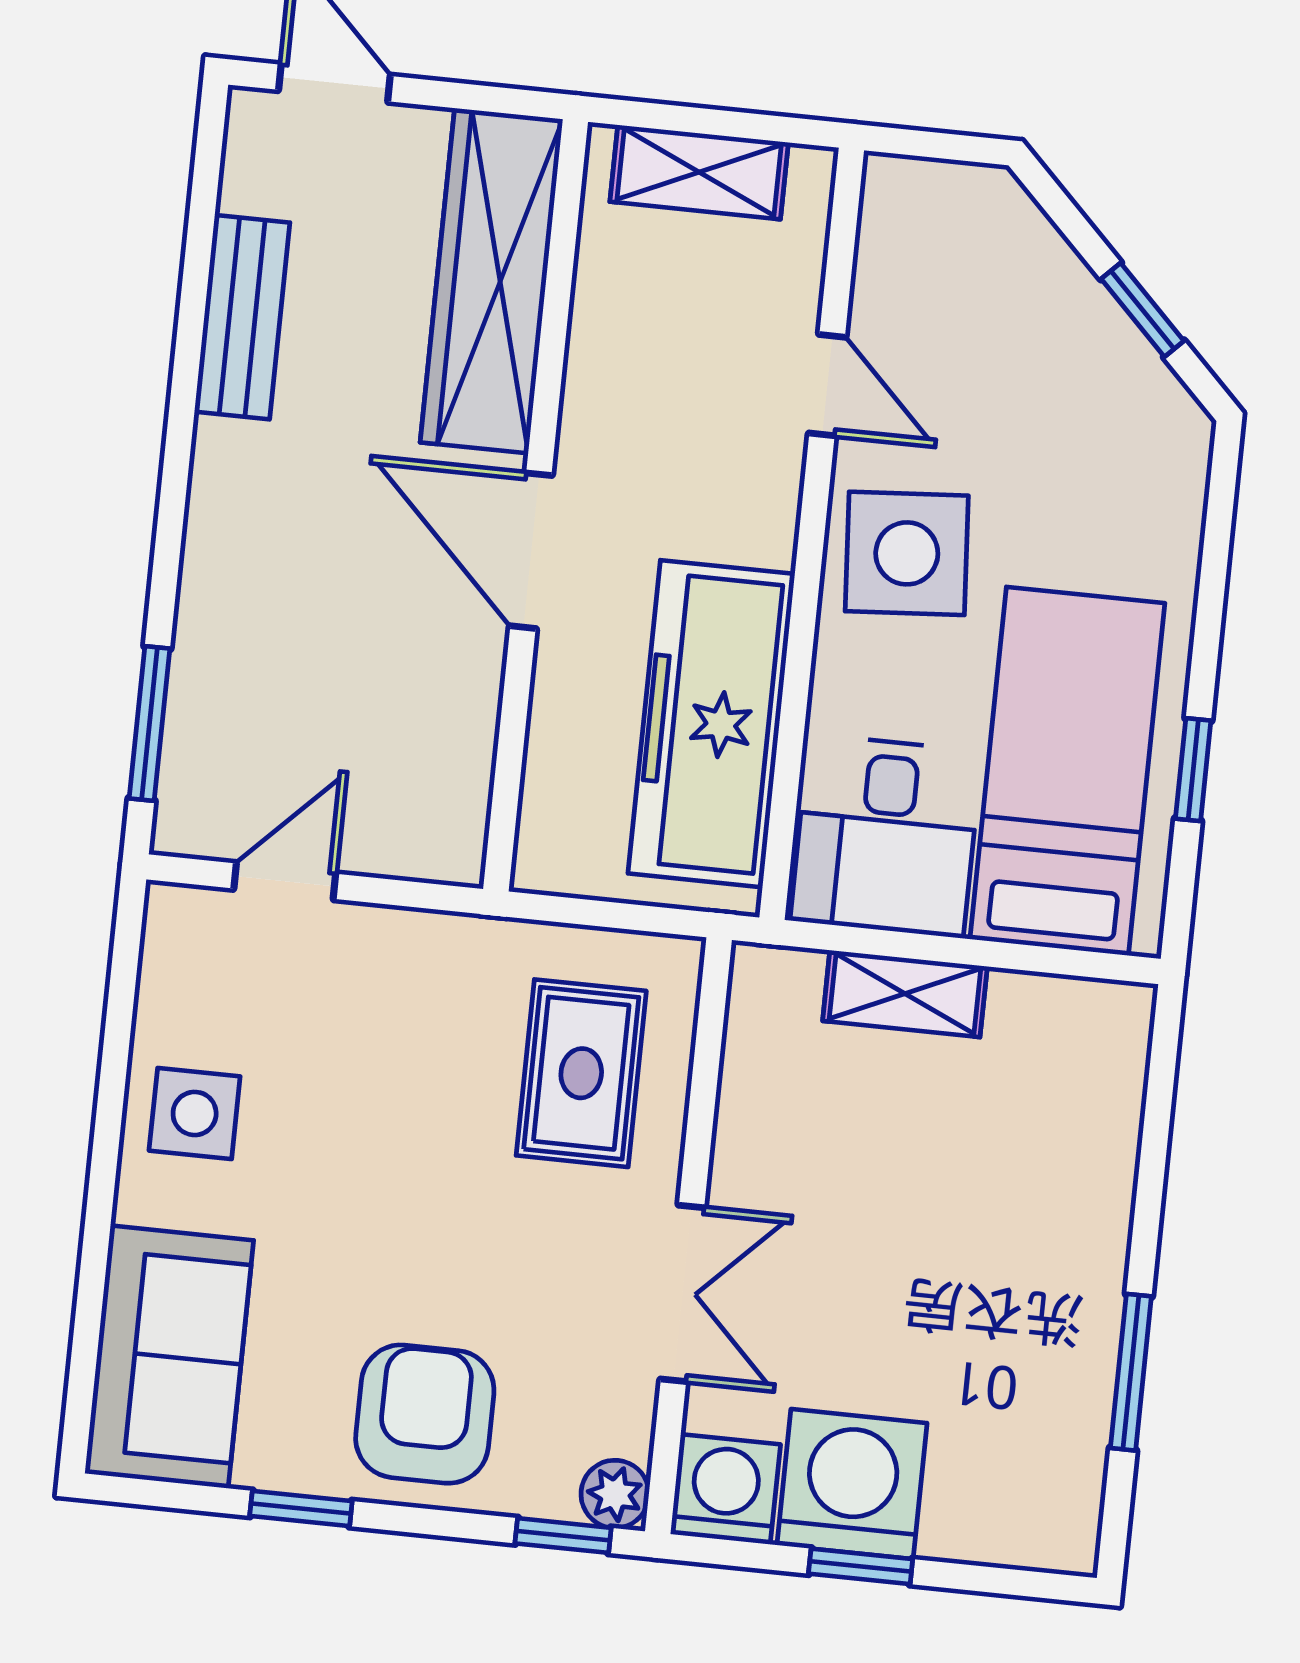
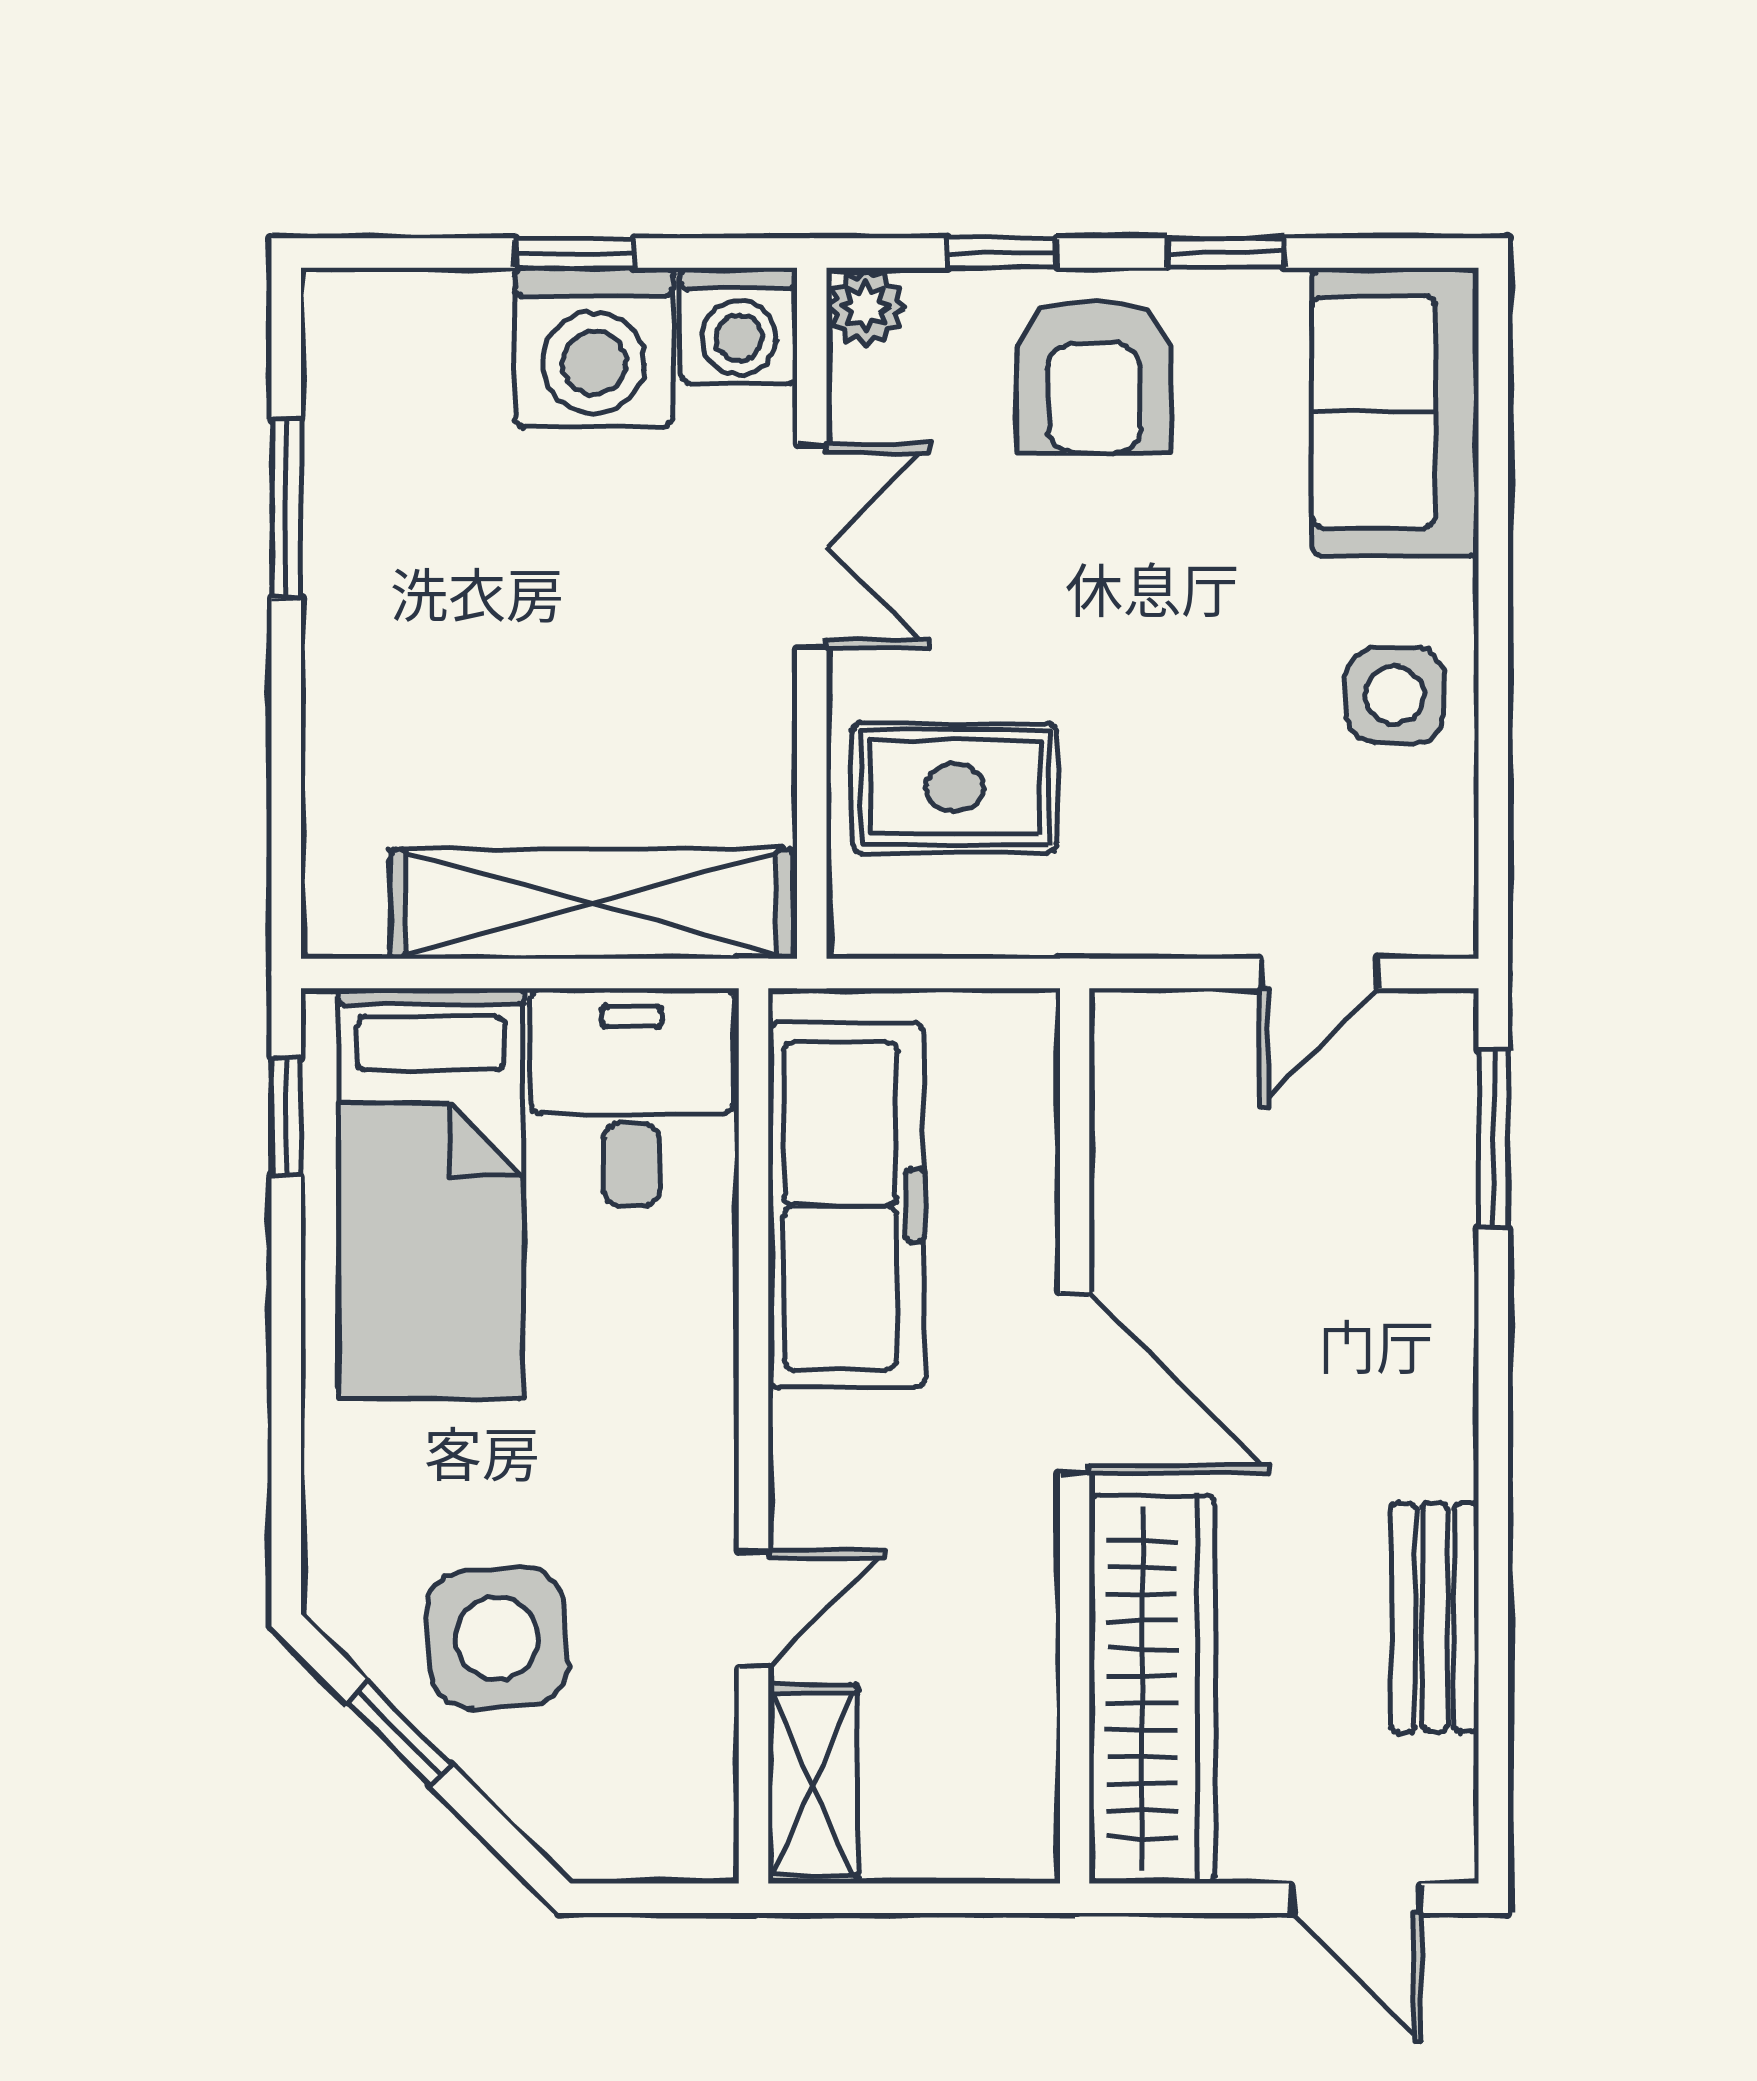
shelving: (699, 172) -> (813, 1784), moved, turned 90
door: (827, 385) -> (753, 1609), swing flipped
side table: (907, 553) -> (497, 1638), moved
window: (1193, 770) -> (286, 1116), moved
shelving: (905, 994) -> (591, 904), width x2.20, depth x1.33
rug: (581, 1073) -> (955, 788), turned 90
double door: (682, 1293) -> (812, 546), swing flipped
window: (563, 1536) -> (1002, 253), moved

